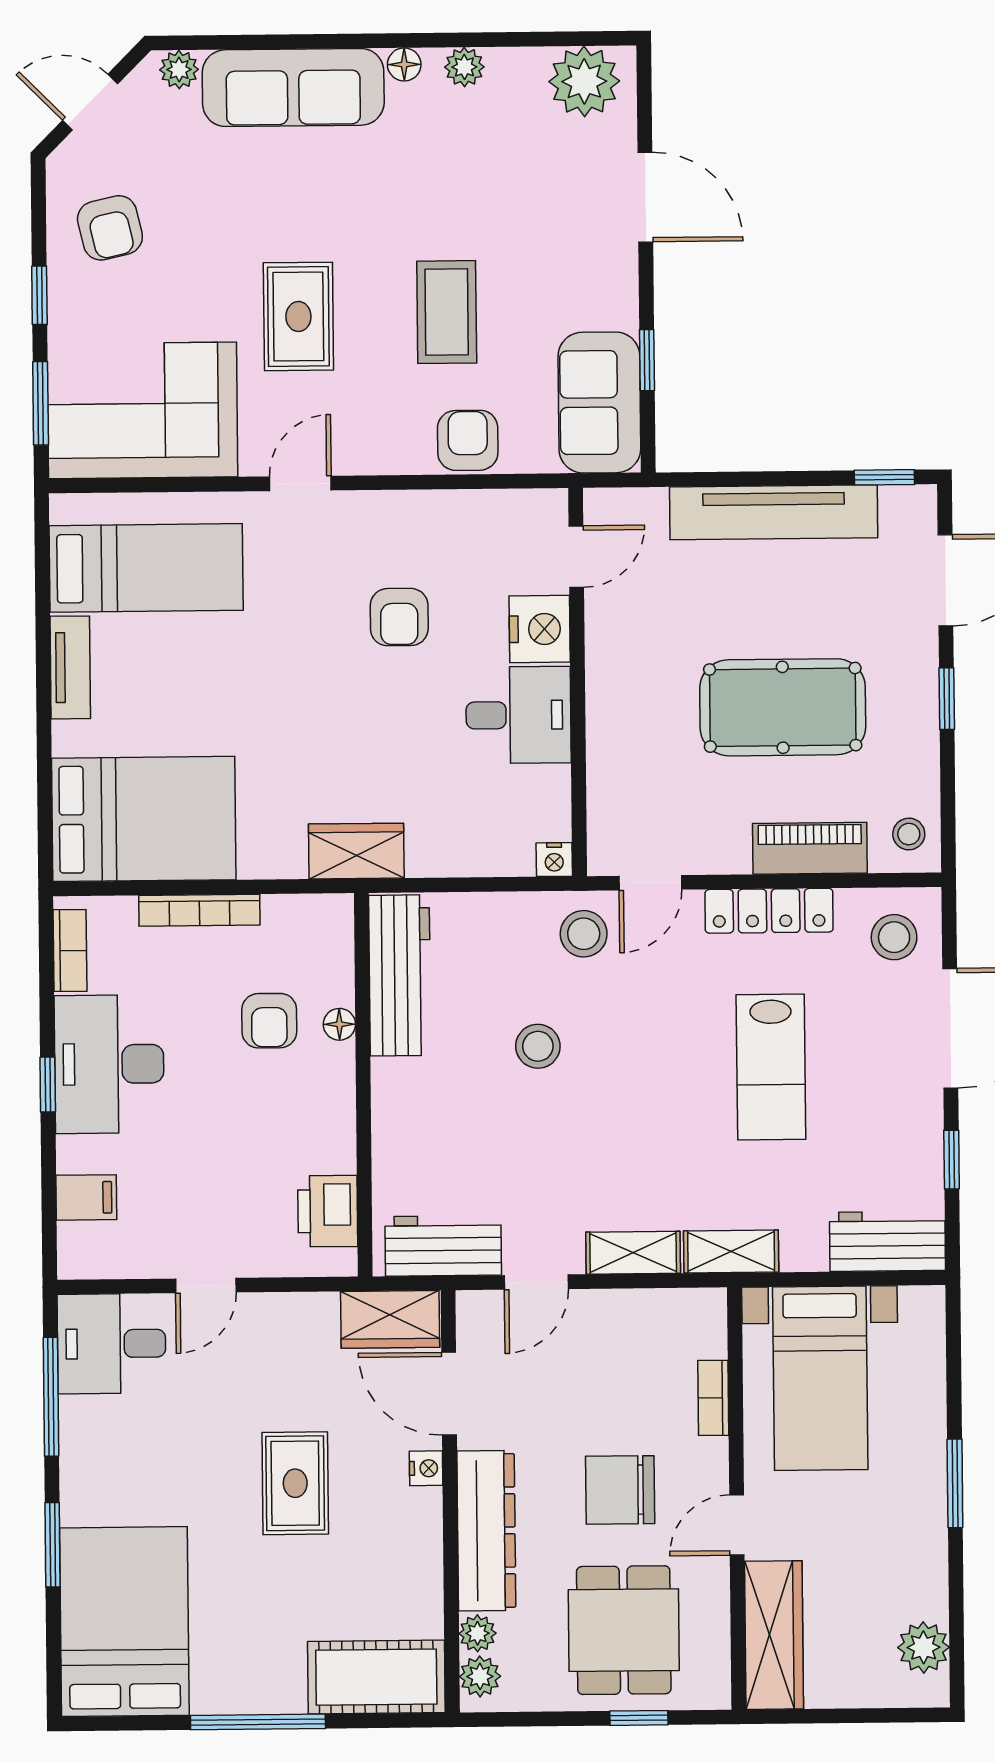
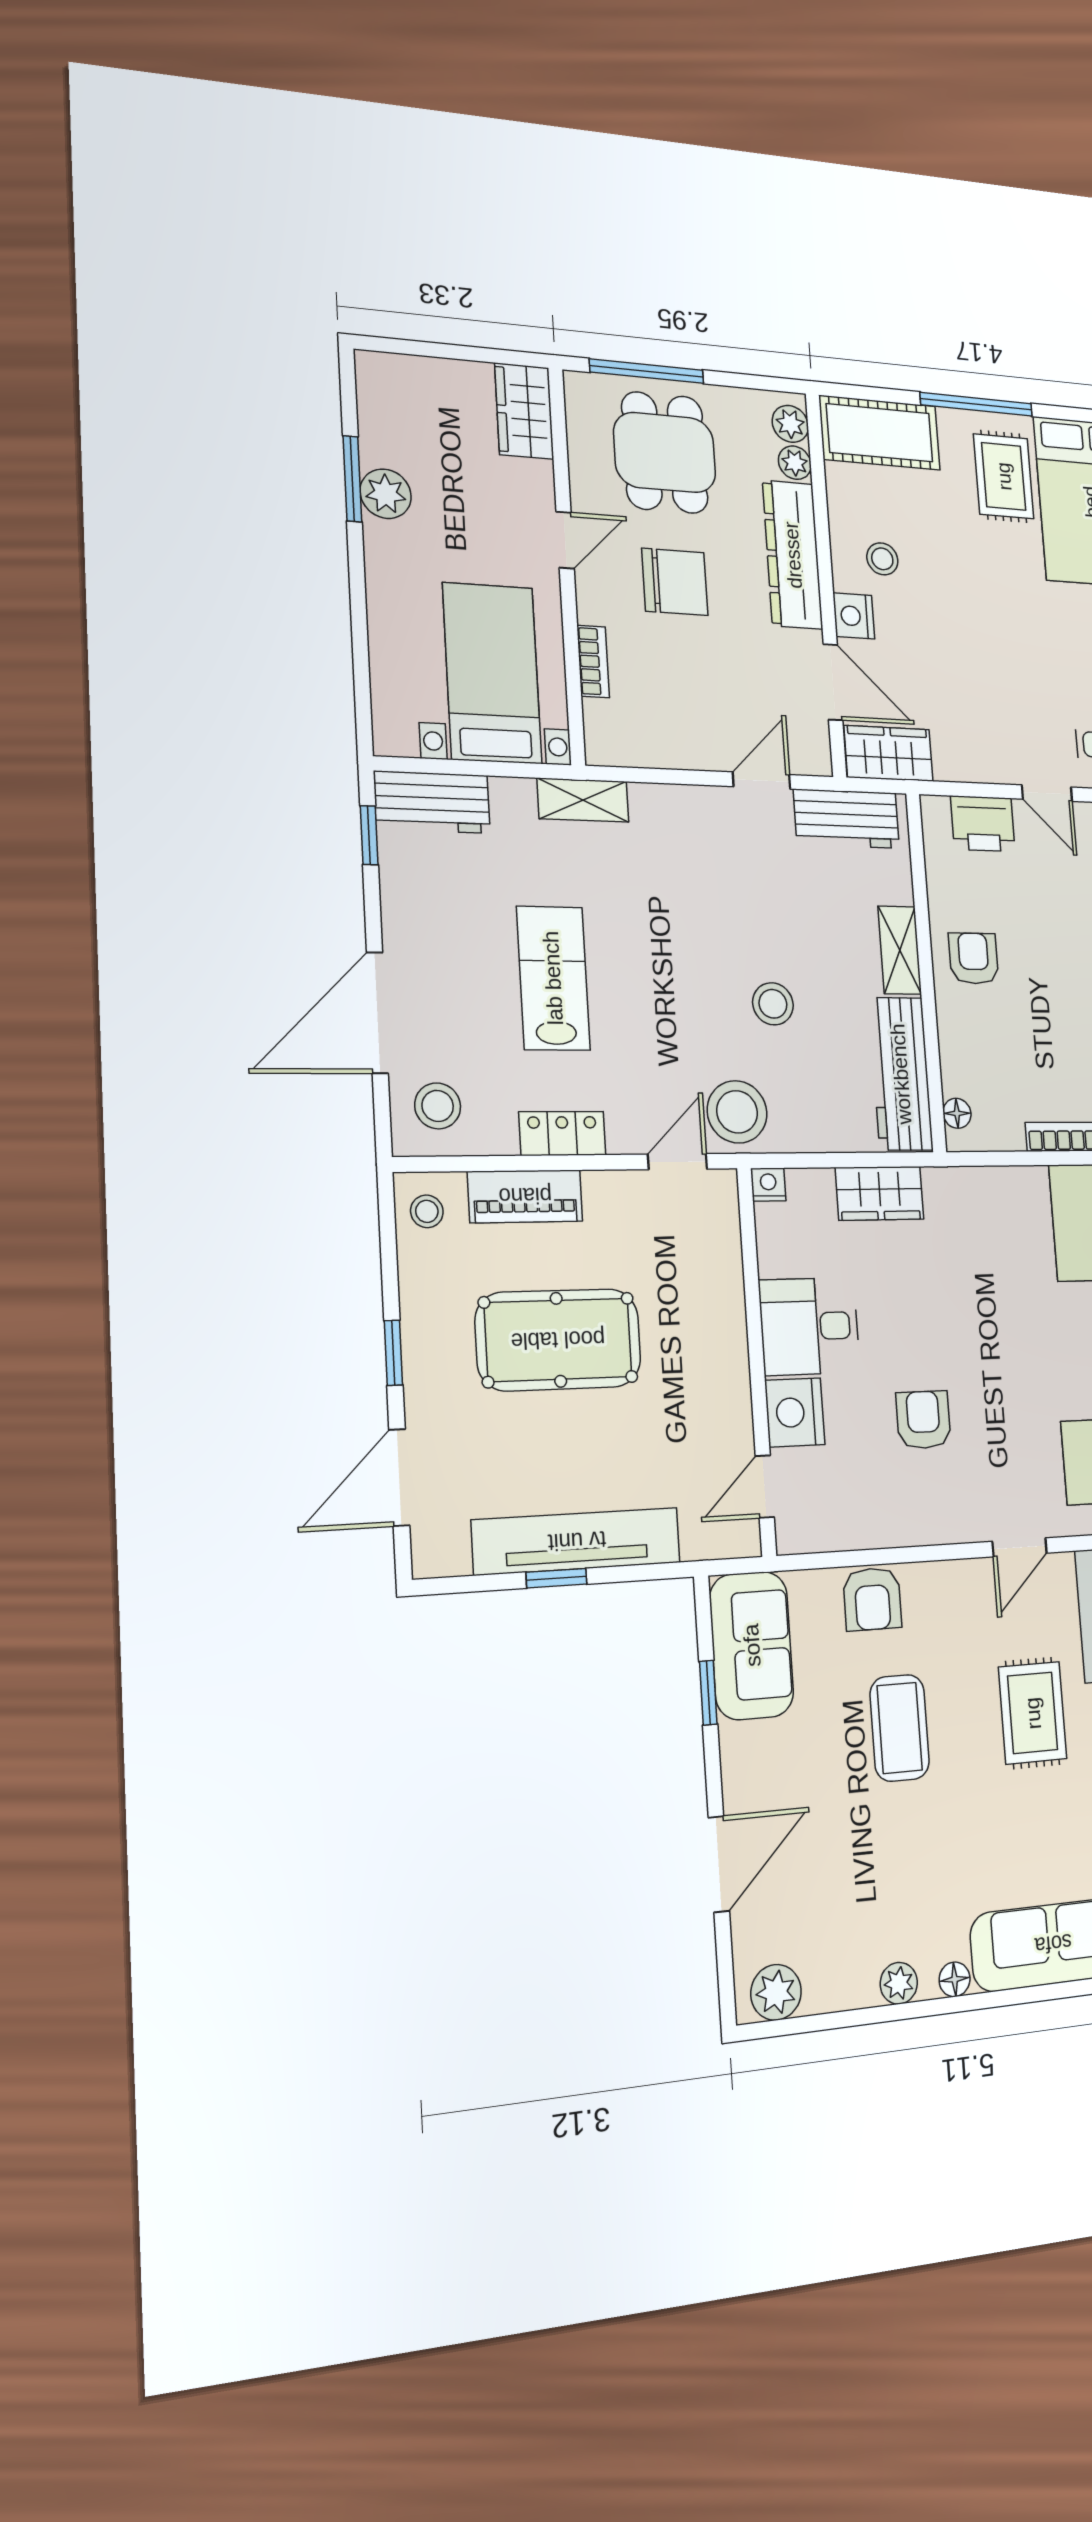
plant: (584, 81) -> (776, 1992), width x0.73, depth x0.73
door: (645, 197) -> (719, 1864), swing flipped
window: (884, 477) -> (556, 1578), moved
wardrobe: (356, 851) -> (880, 1193), moved
locker: (769, 911) -> (562, 1133), width x0.66
stool: (584, 934) -> (737, 1112), width x1.38, depth x1.38
armchair: (269, 1021) -> (974, 958), moved
floor lamp: (339, 1024) -> (957, 1113), moved
window: (952, 1160) -> (369, 835), moved
printer: (328, 1211) -> (983, 824), moved, turned 90
shelving: (633, 1253) -> (900, 950), moved, turned 90
door: (206, 1286) -> (1047, 793), swing flipped
nightstand: (426, 1468) -> (854, 616), width x1.39, depth x1.35
rug: (295, 1483) -> (1004, 476), moved
window: (955, 1483) -> (352, 479), moved
stool: (383, 1535) -> (882, 559), added
wardrobe: (774, 1635) -> (524, 411), width x0.67
plant: (923, 1647) -> (386, 494), moved
window: (639, 1718) -> (647, 371), width x2.17

